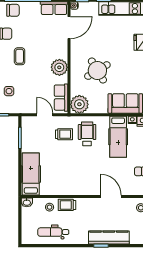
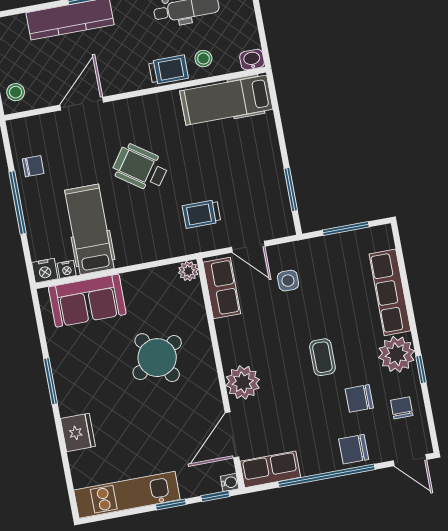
plant: (59, 67) -> (243, 382), moved
side table: (9, 91) -> (288, 281), moved
plant: (79, 104) -> (188, 271), width x0.53, depth x0.53
wheelchair: (87, 134) -> (140, 168), moved, turned 125
hospital bed: (31, 174) -> (226, 100), moved, turned 90
door: (111, 197) -> (82, 104), swing flipped

